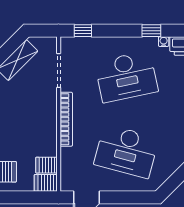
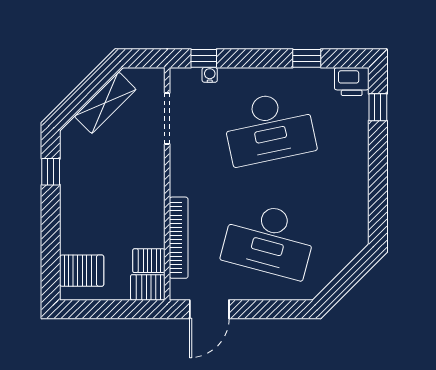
water cooler: (164, 42) -> (210, 75), moved
bookcase: (66, 119) -> (179, 238), moved

